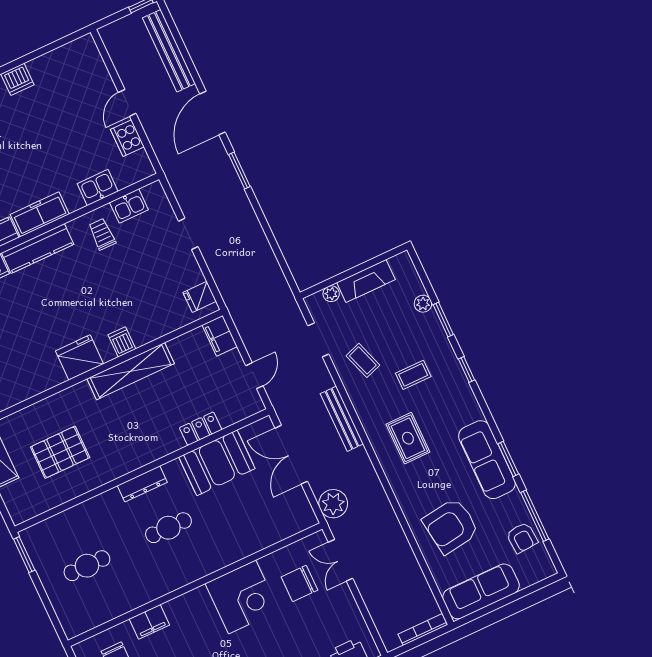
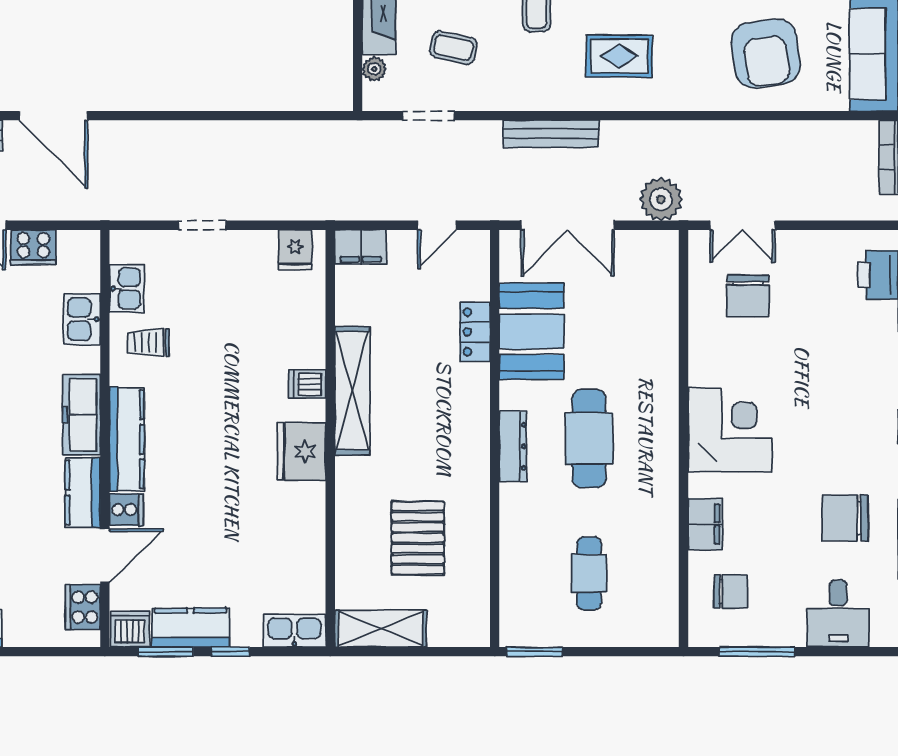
window: (239, 171) -> (149, 116), removed
coffee table: (363, 360) -> (453, 48), moved, turned 31
door: (254, 376) -> (437, 225), swing flipped
cafe table: (168, 528) -> (589, 438), width x1.37, depth x1.35
corner desk: (242, 597) -> (730, 430), moved

